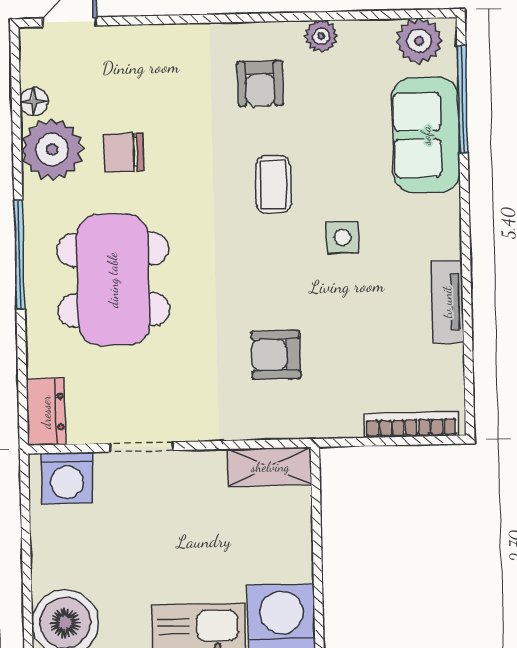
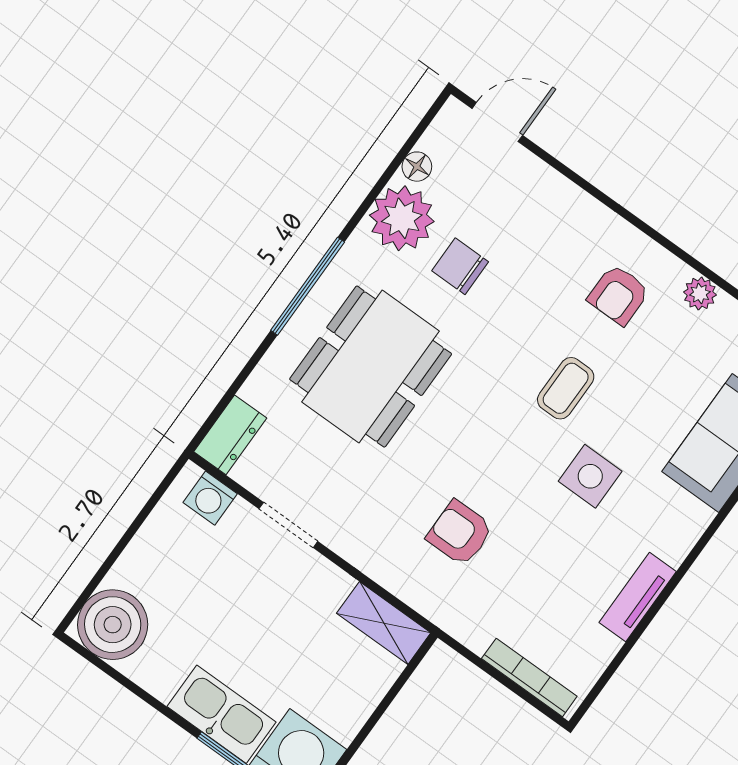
side table: (342, 237) -> (590, 476), width x1.37, depth x1.37
washing machine: (67, 478) -> (210, 498), width x0.73, depth x0.73

